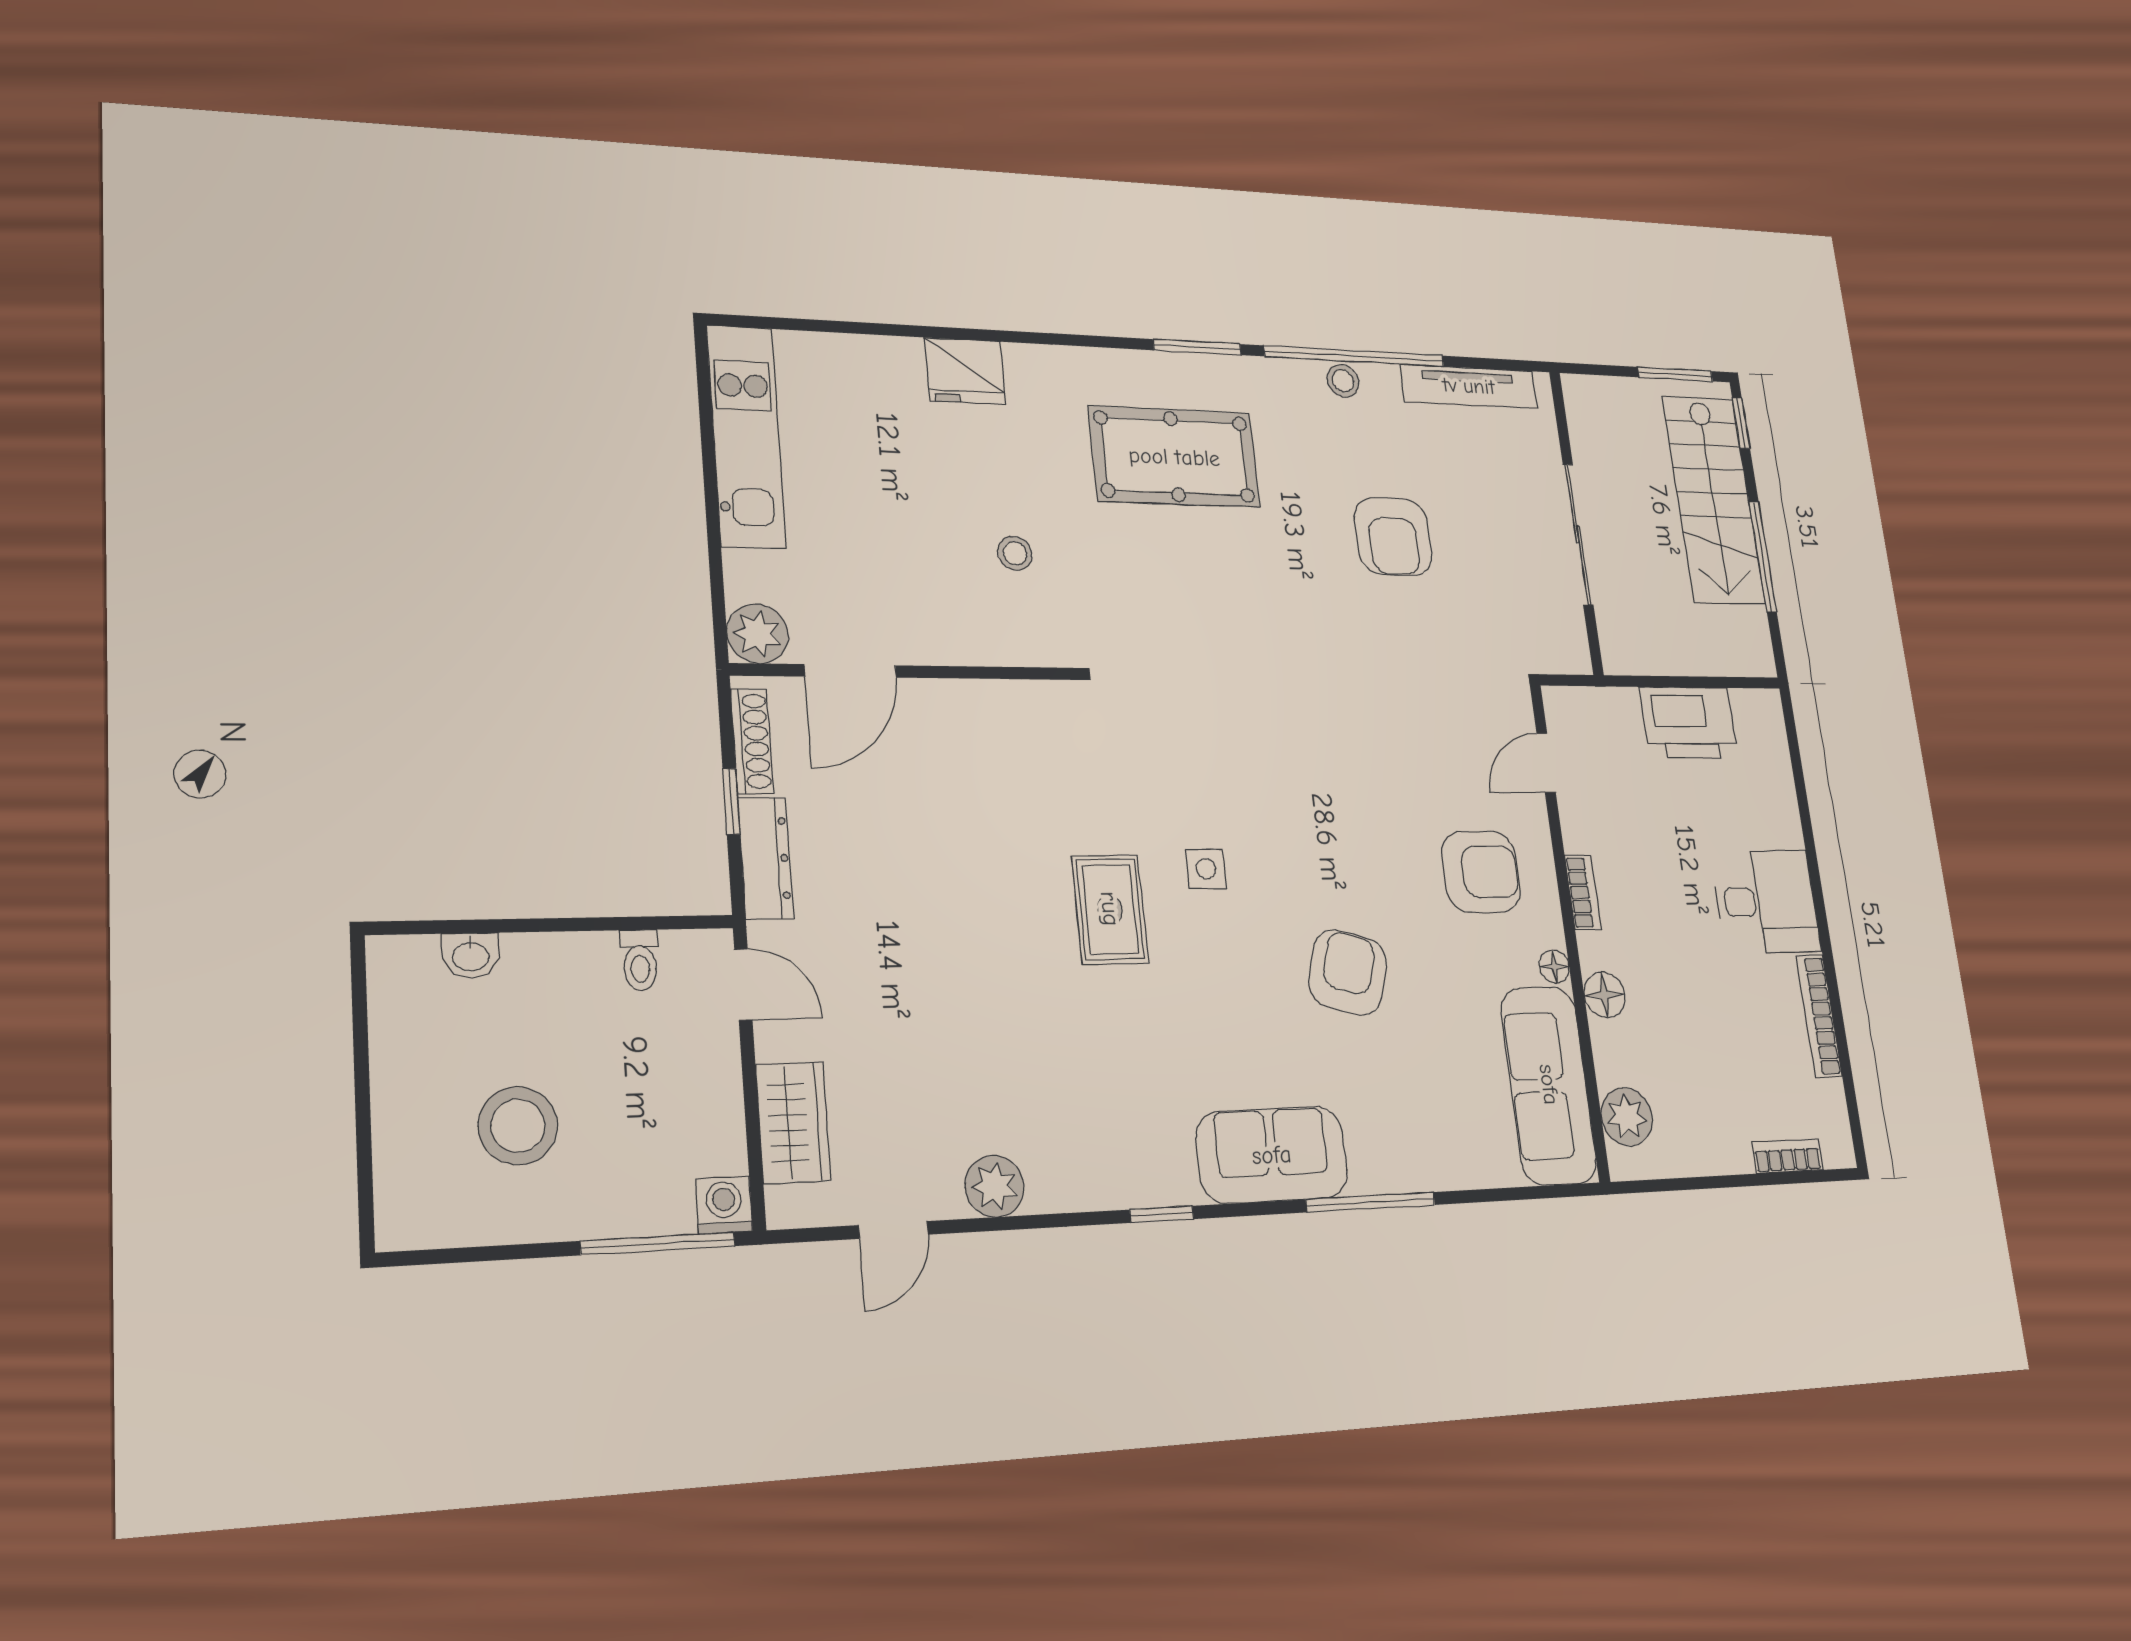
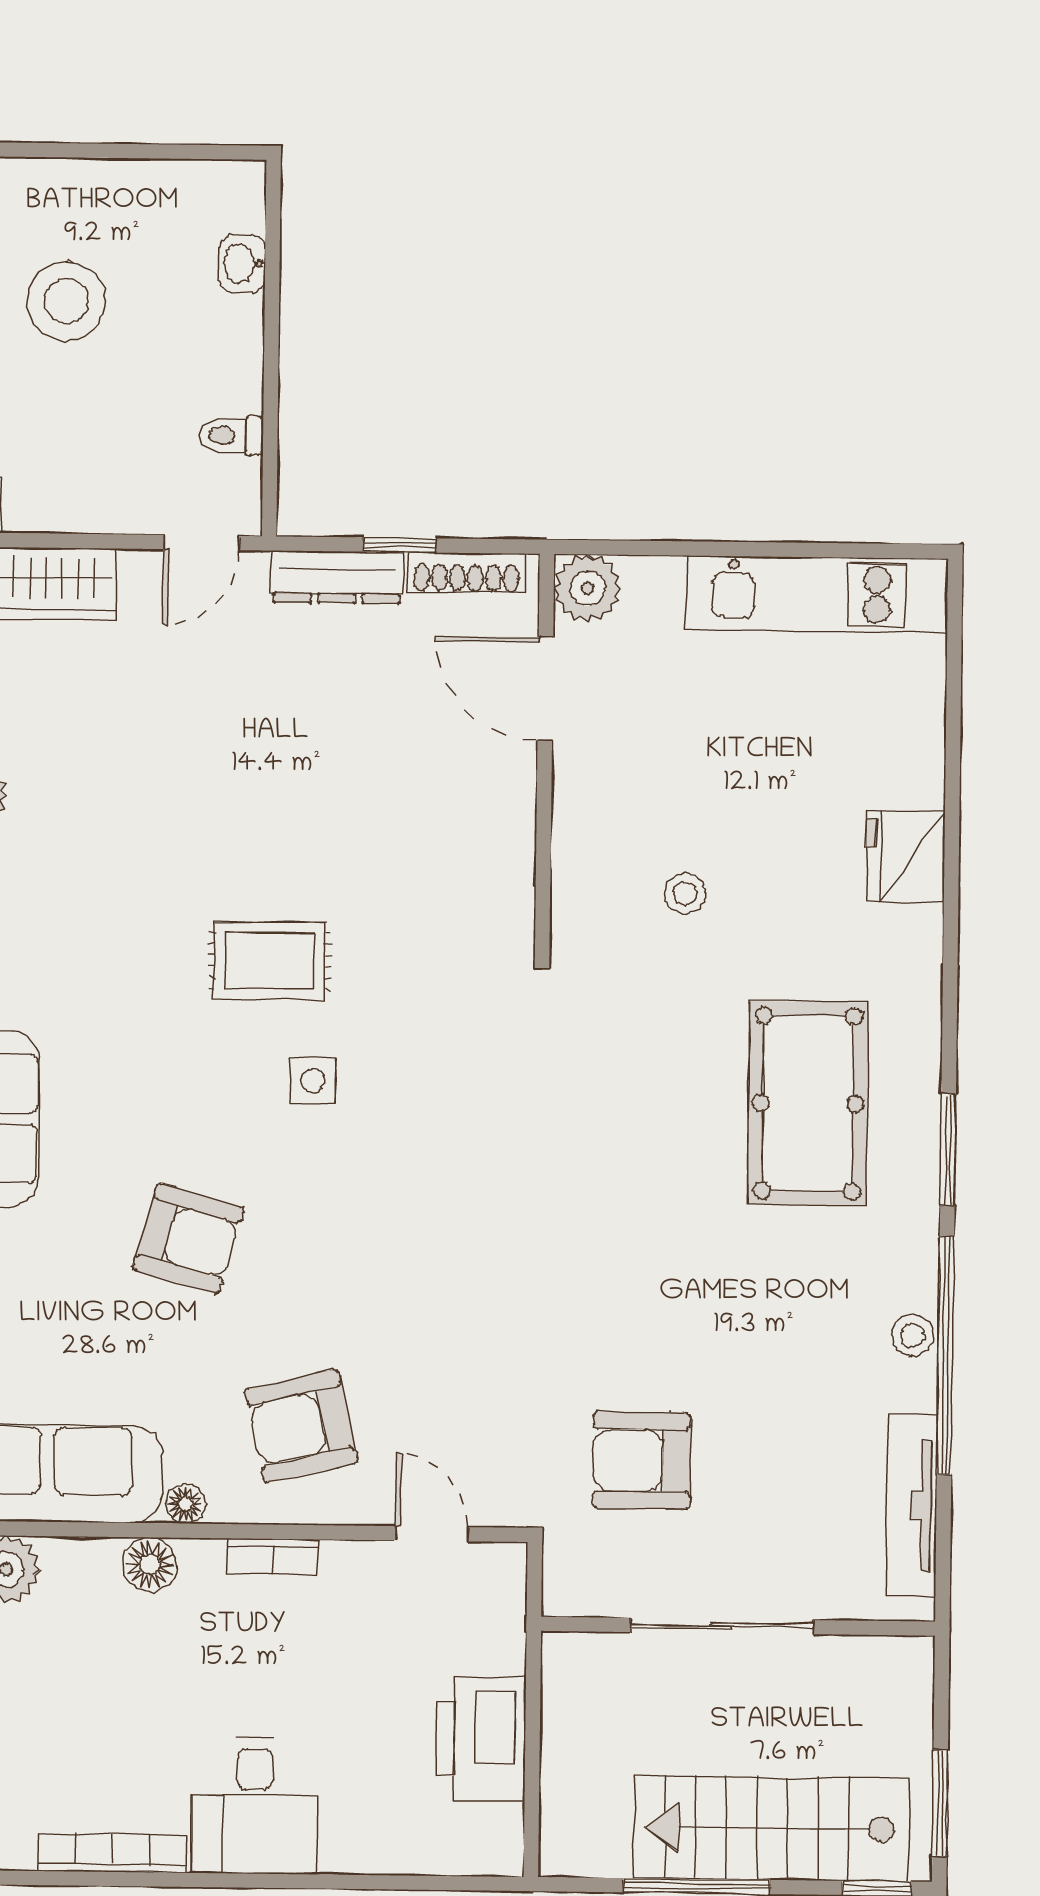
armchair: (1393, 537) -> (642, 1460), moved
armchair: (1481, 872) -> (301, 1426), turned 77

